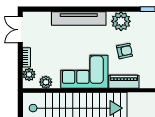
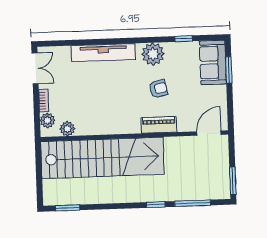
double door: (20, 30) -> (35, 68), swing flipped
corner sofa: (84, 72) -> (112, 115), removed

